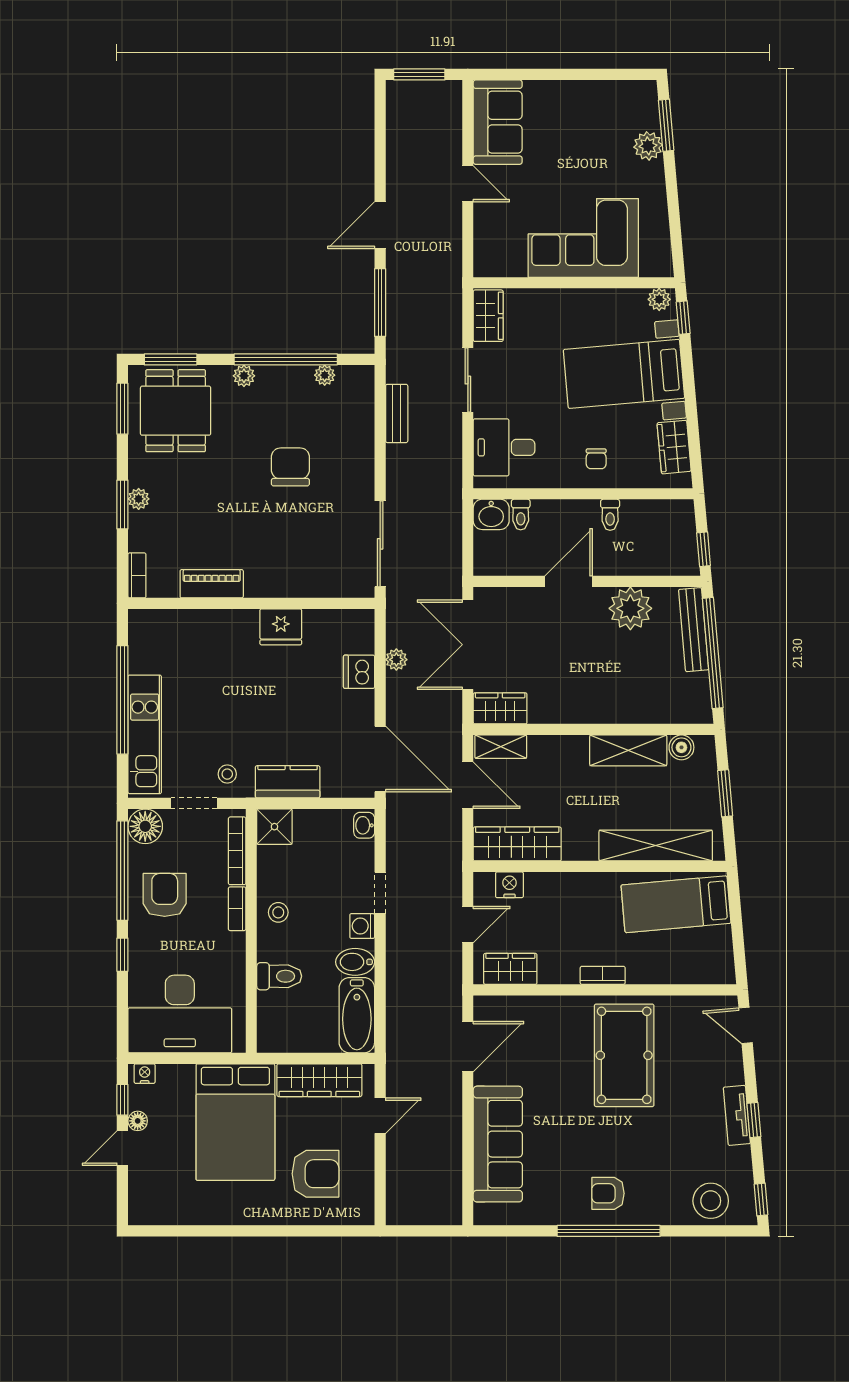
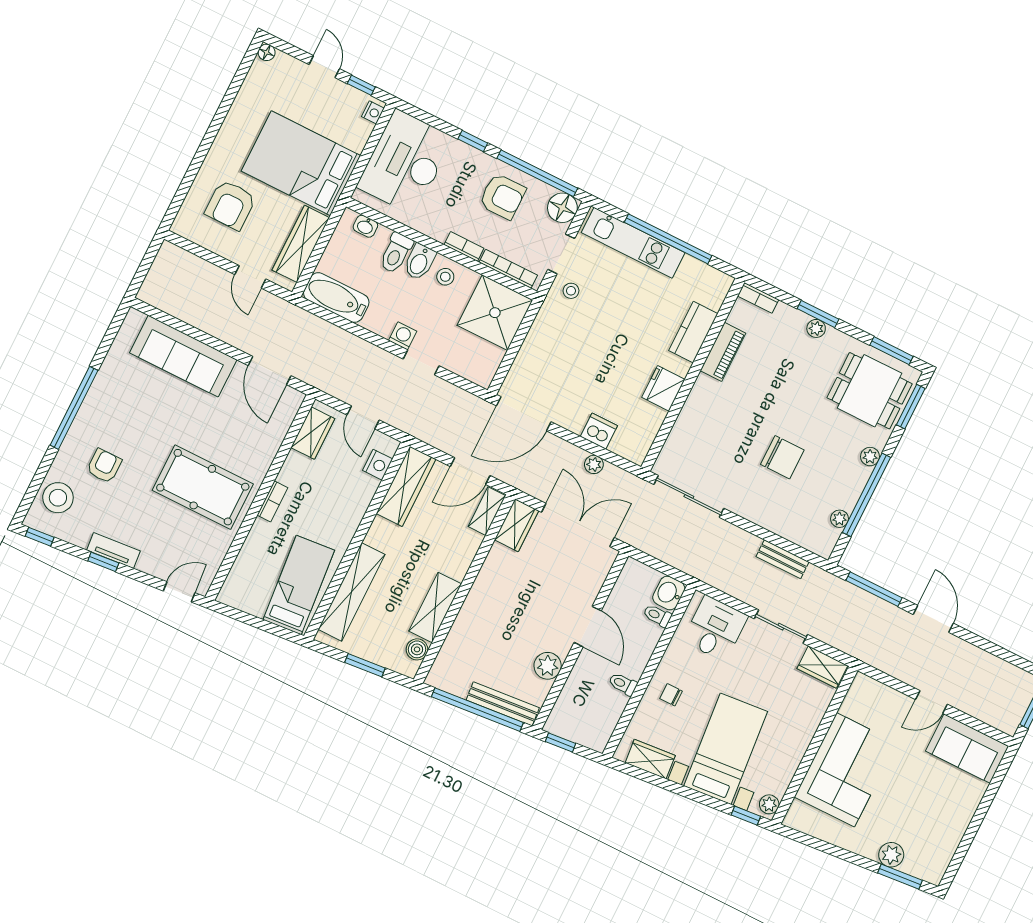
plant: (630, 608) -> (548, 666), width x0.73, depth x0.73
kitchen counter: (288, 782) -> (693, 332), moved, turned 180
washbasin: (364, 825) -> (365, 226), moved, turned 180
shower: (274, 827) -> (495, 313), width x1.86, depth x1.86
bidet: (355, 962) -> (420, 262), moved, turned 180
floor lamp: (138, 1121) -> (267, 52), moved
armchair: (608, 1193) -> (104, 466), moved

